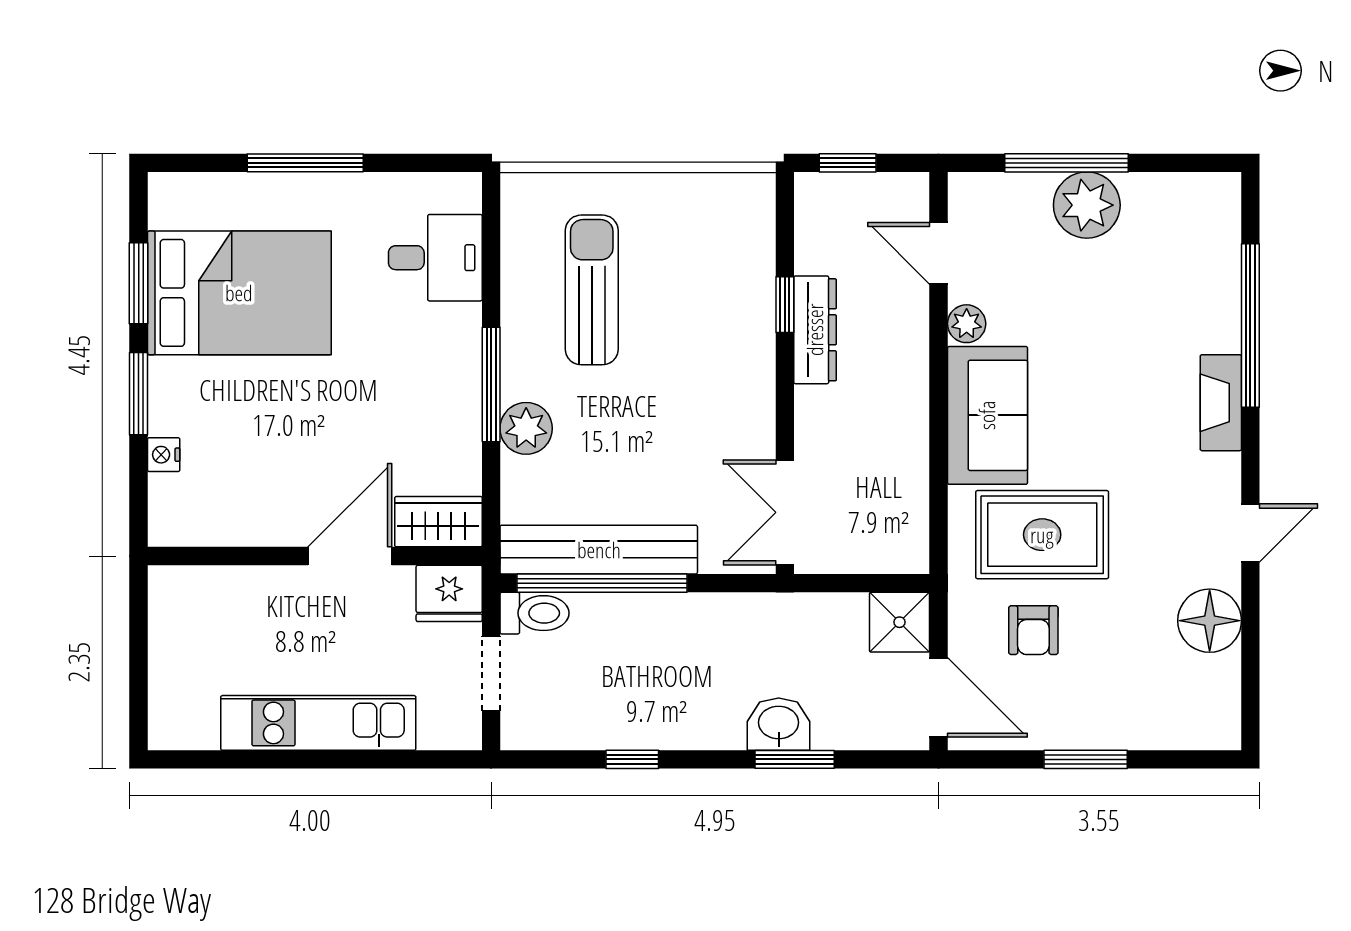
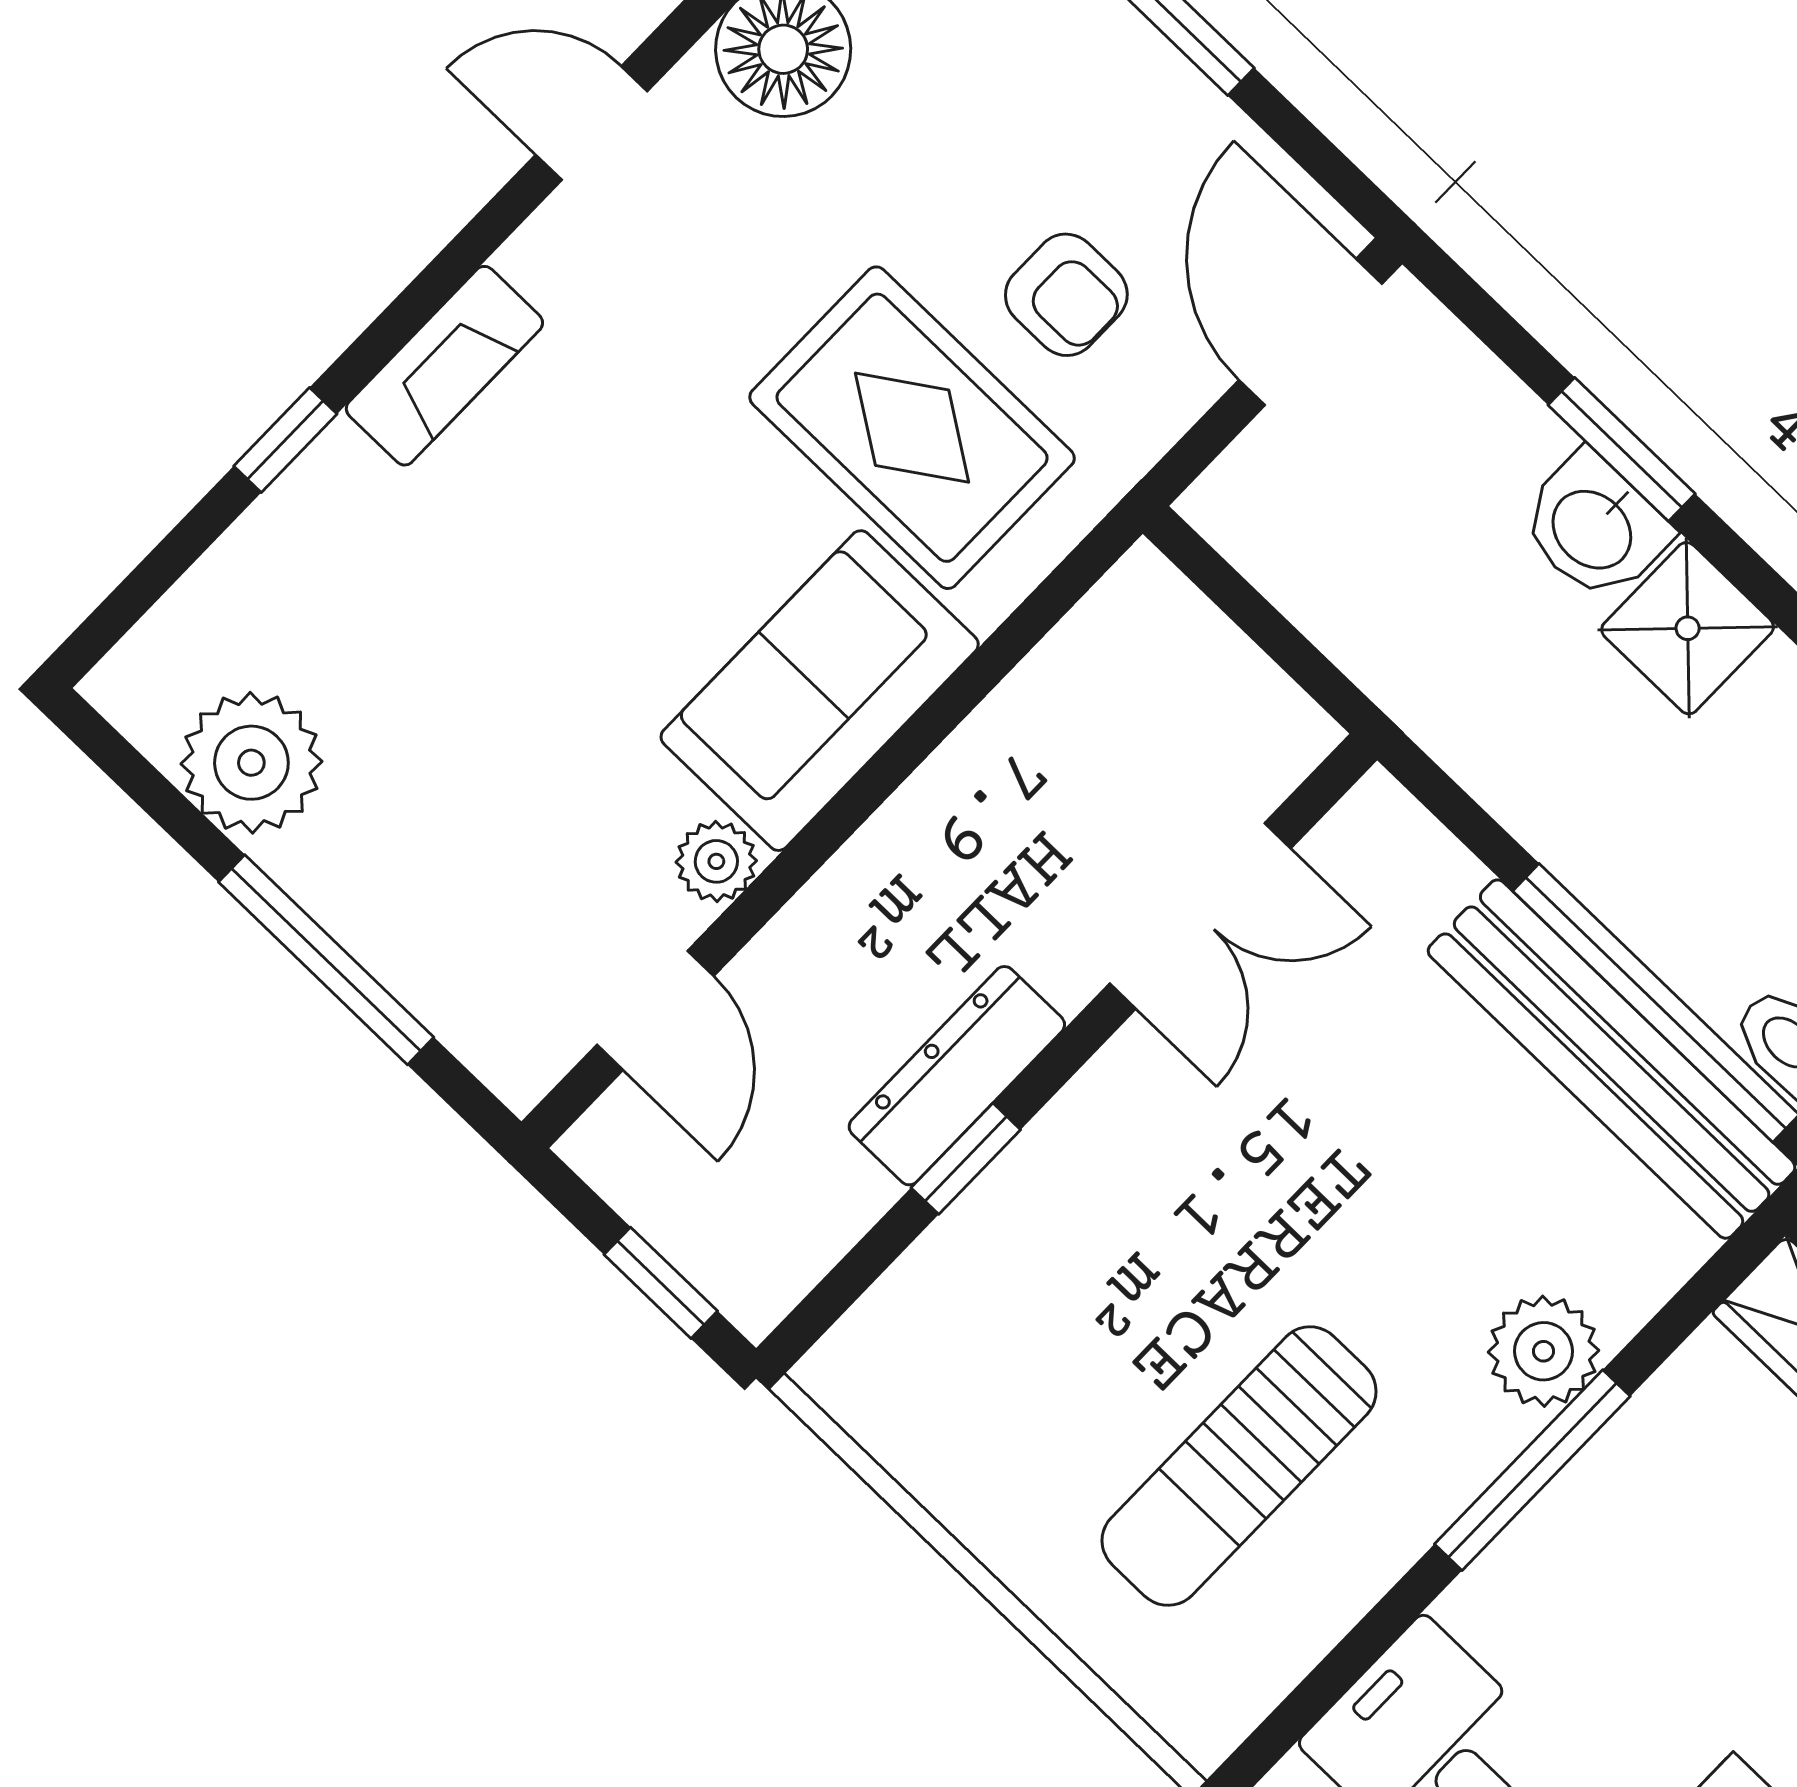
plant: (1087, 205) -> (251, 763), moved
window: (1250, 326) -> (285, 440), width x0.32
double door: (785, 512) -> (1200, 916), moved
shower: (900, 622) -> (1688, 628), moved
armchair: (1033, 630) -> (1066, 295), turned 90

